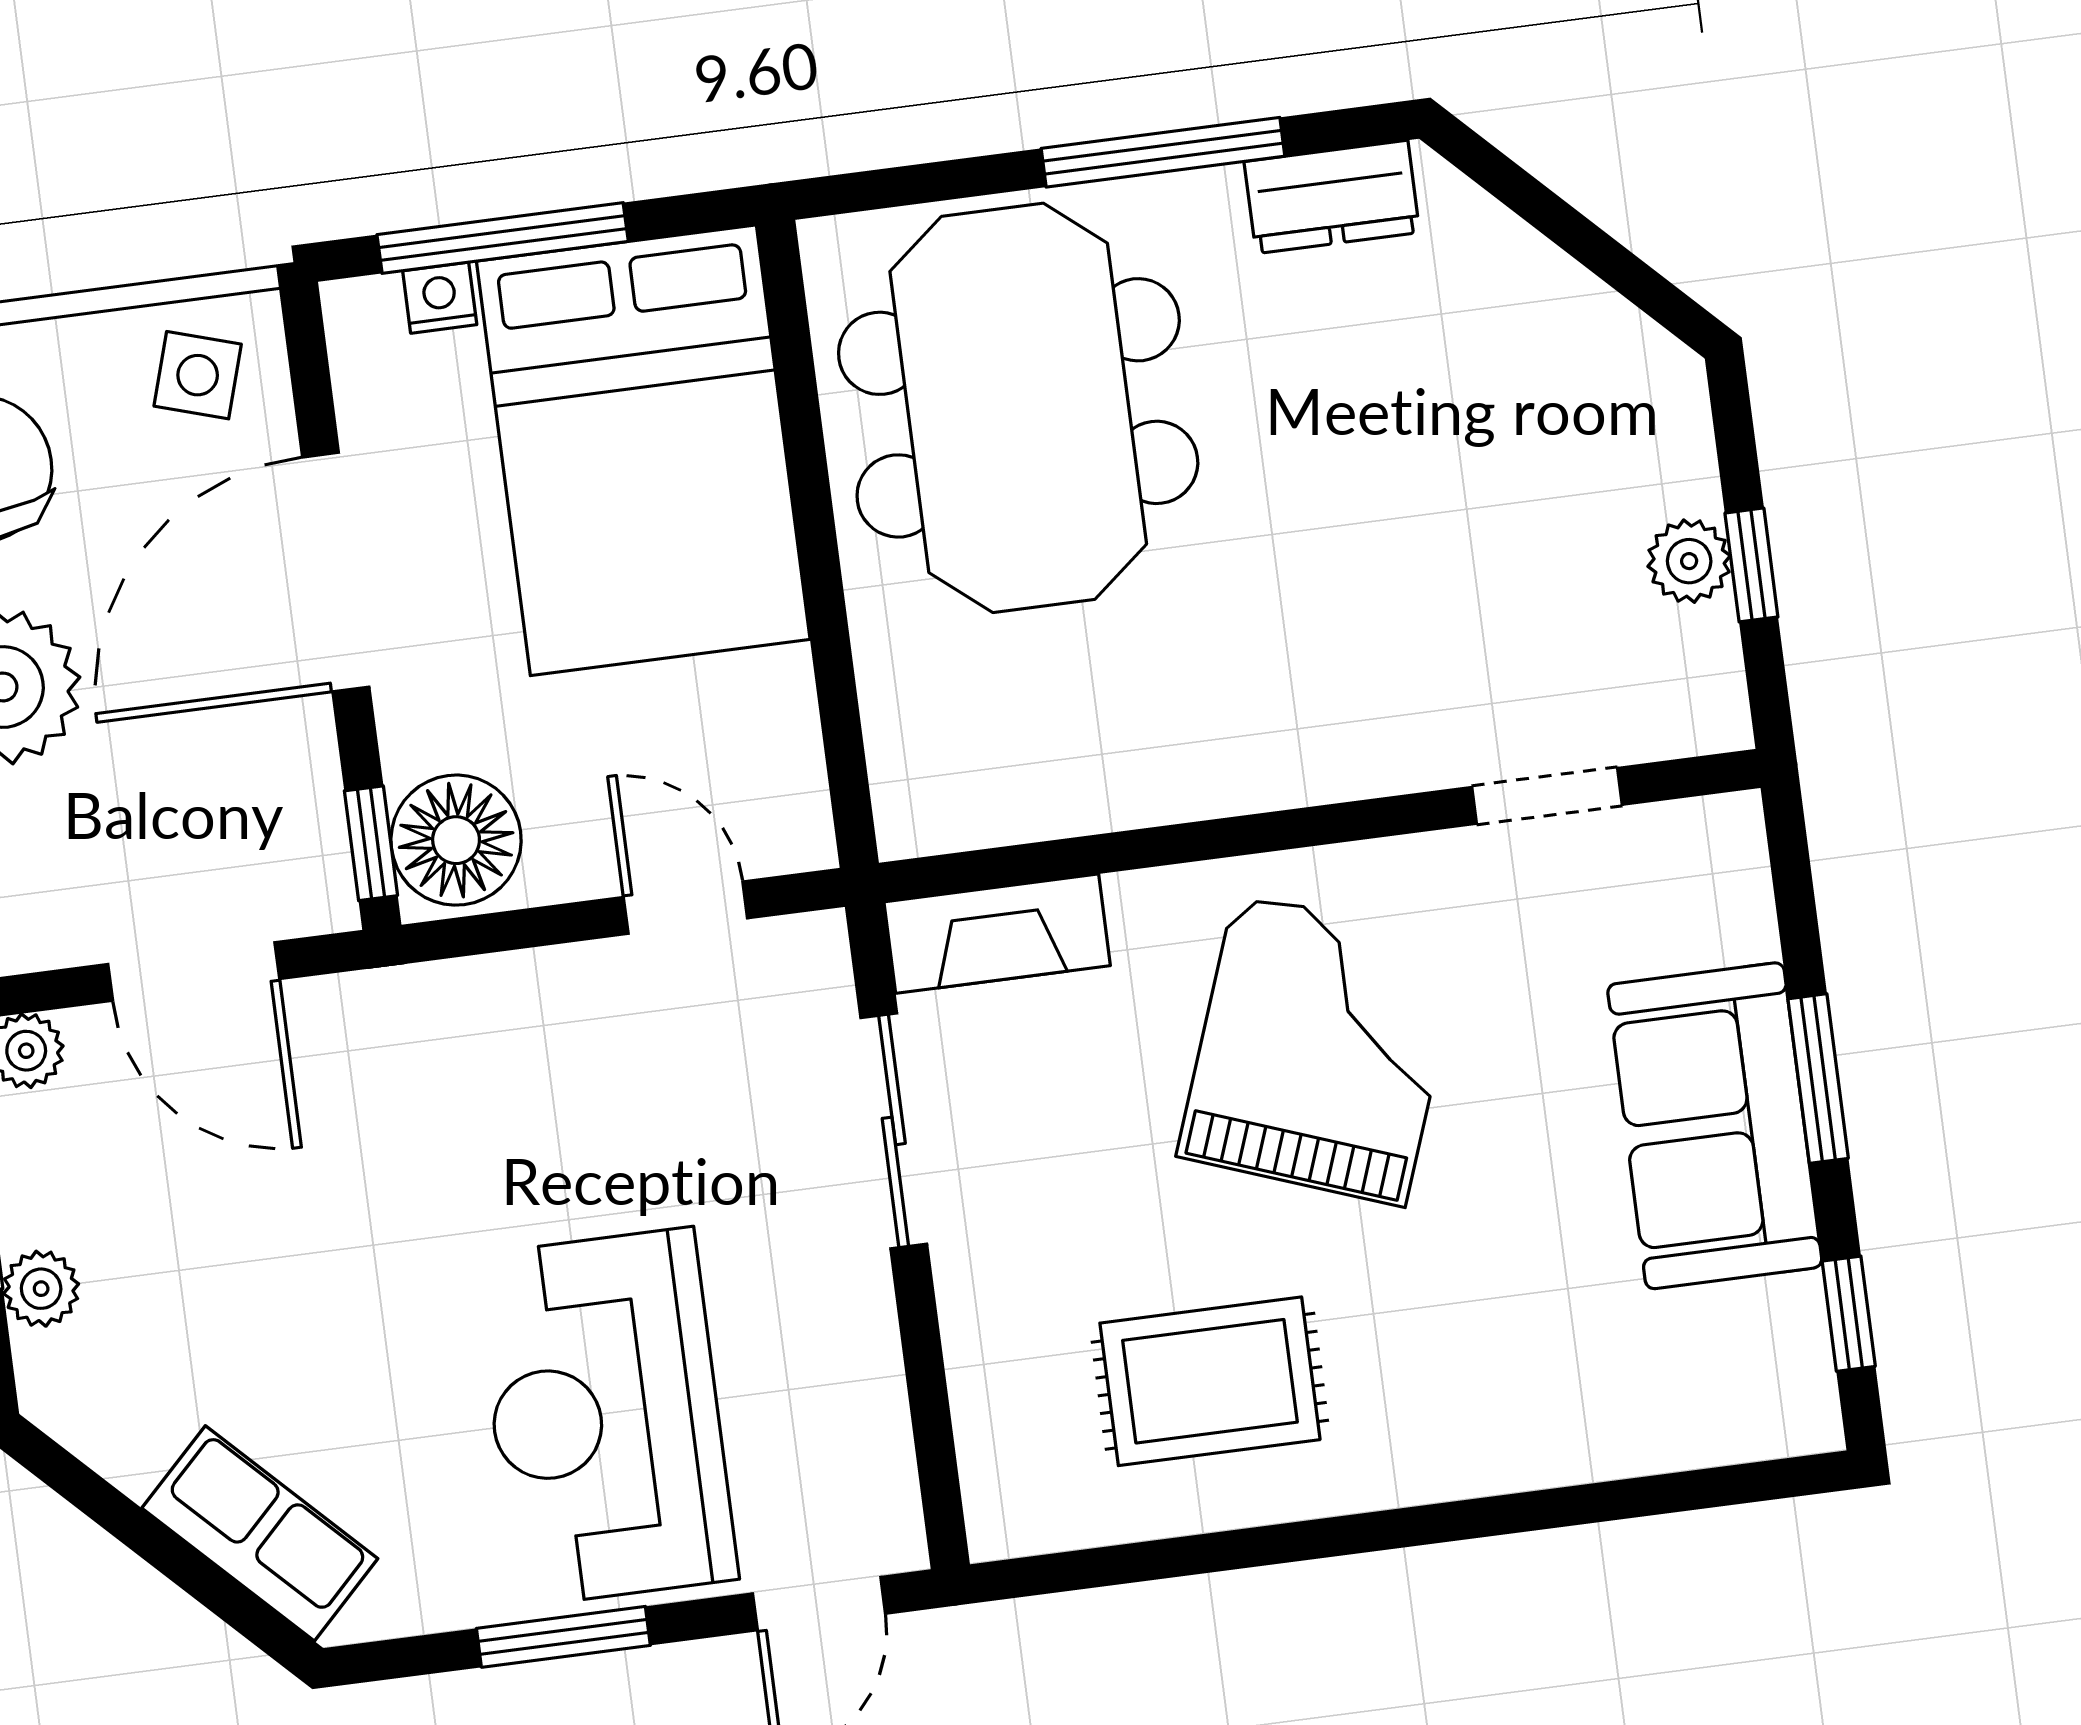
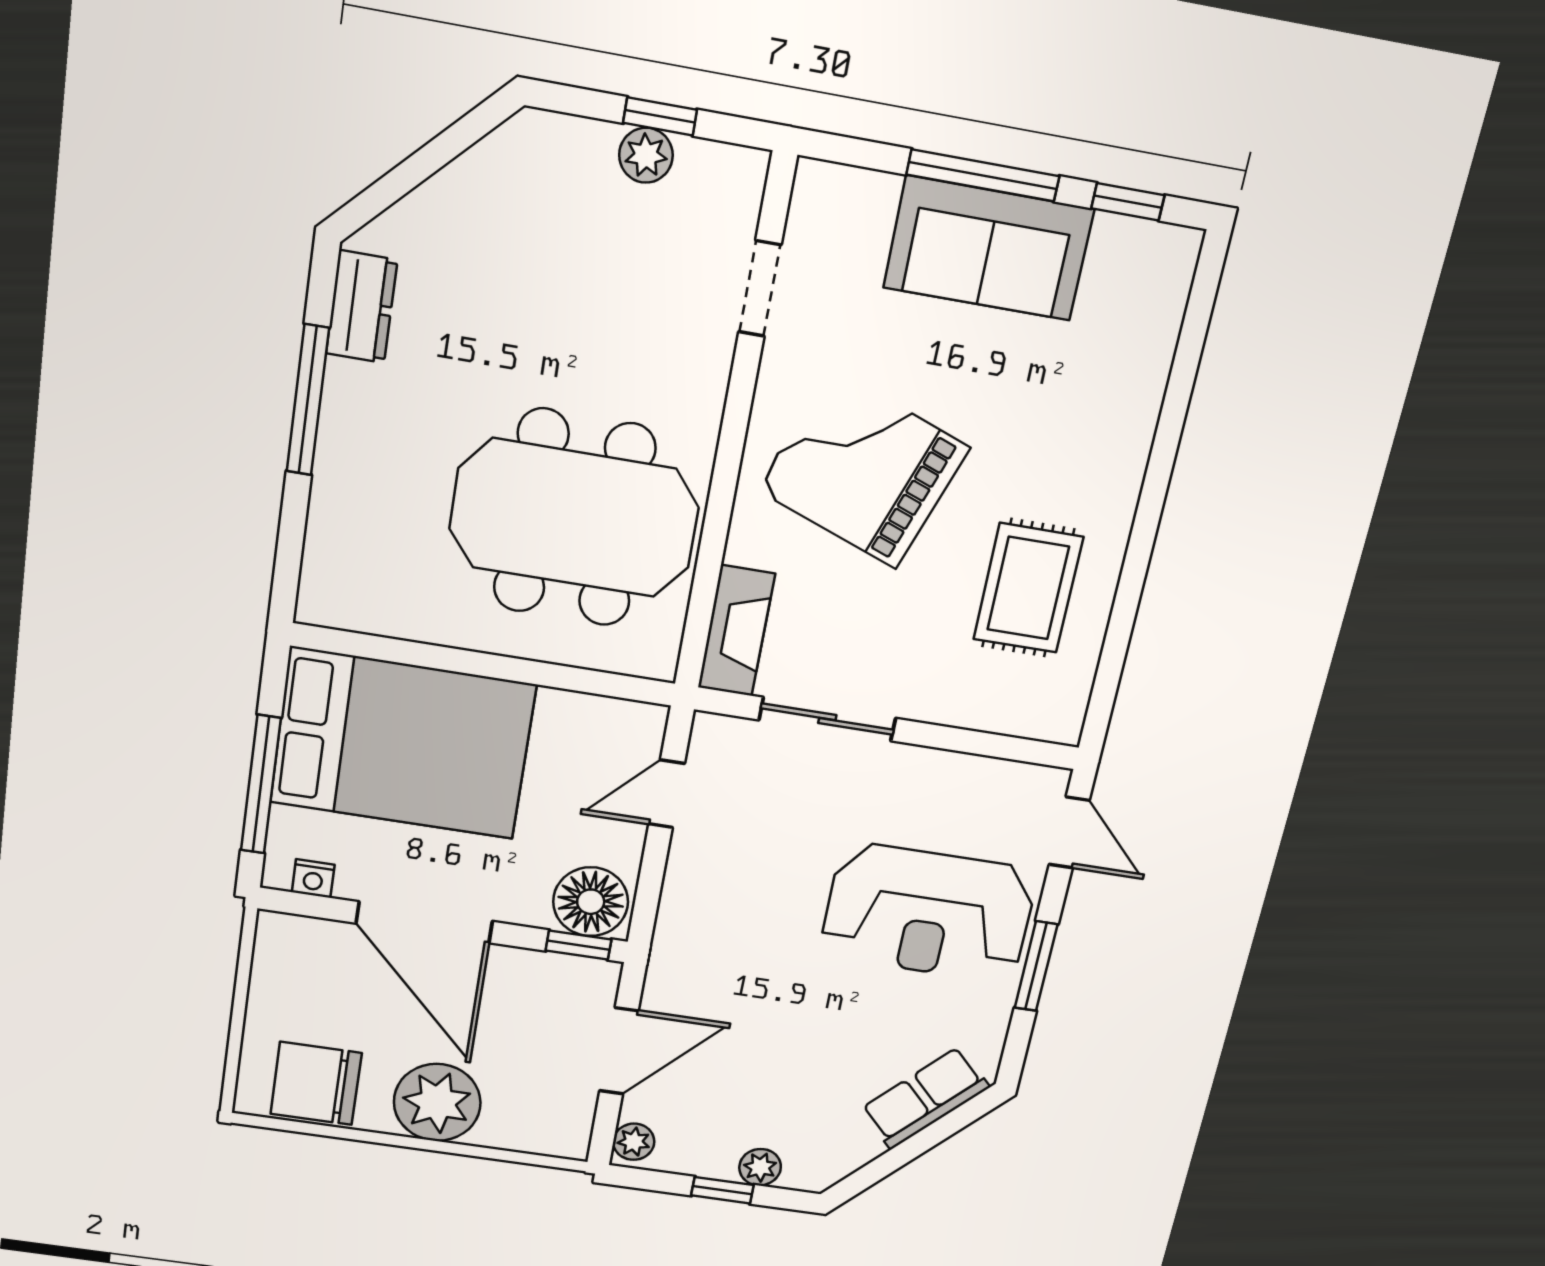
nightstand: (440, 298) -> (313, 879), moved, turned -90
side table: (198, 375) -> (295, 962), removed
meeting table: (1018, 408) -> (574, 518), moved
window: (1818, 1079) -> (983, 175), width x1.44

